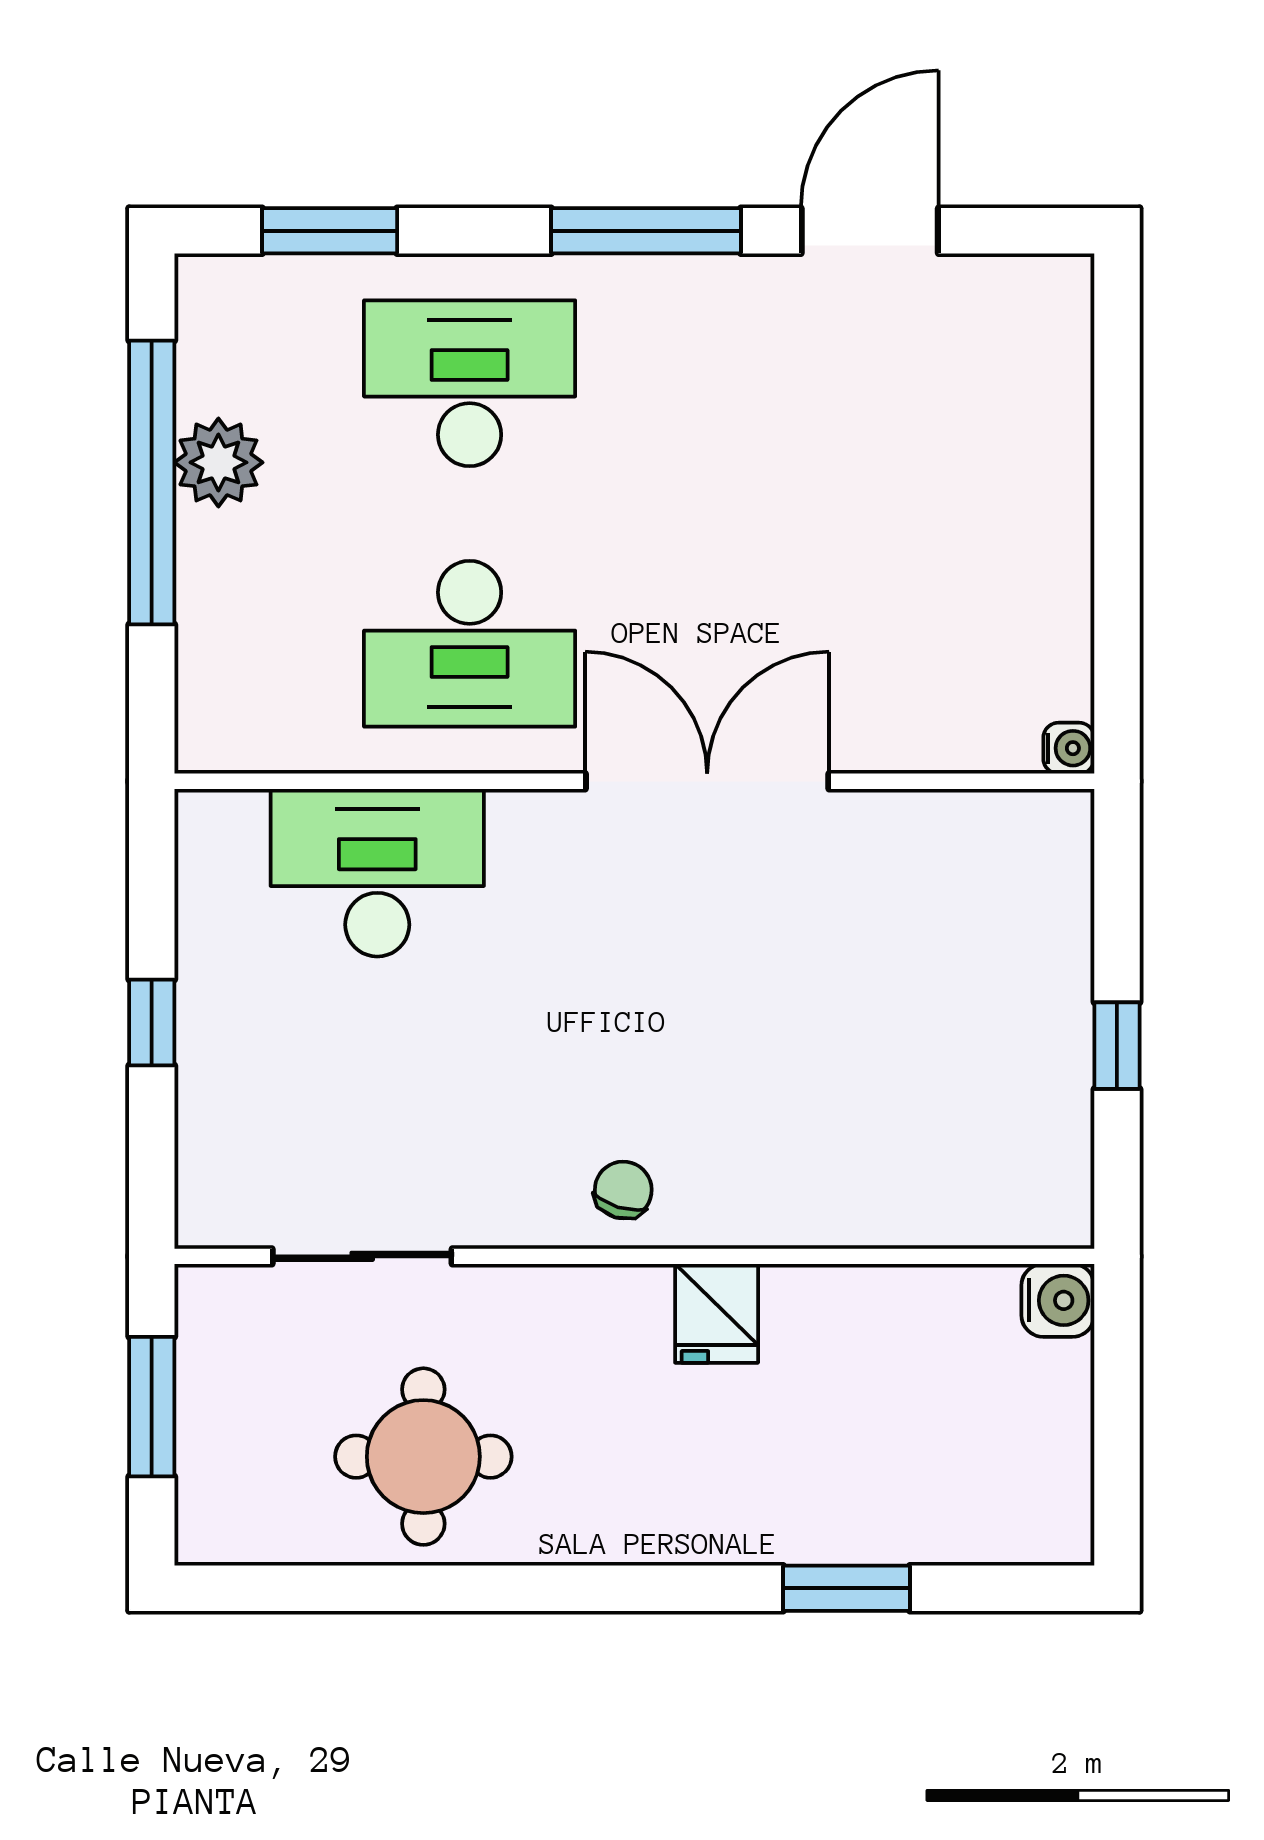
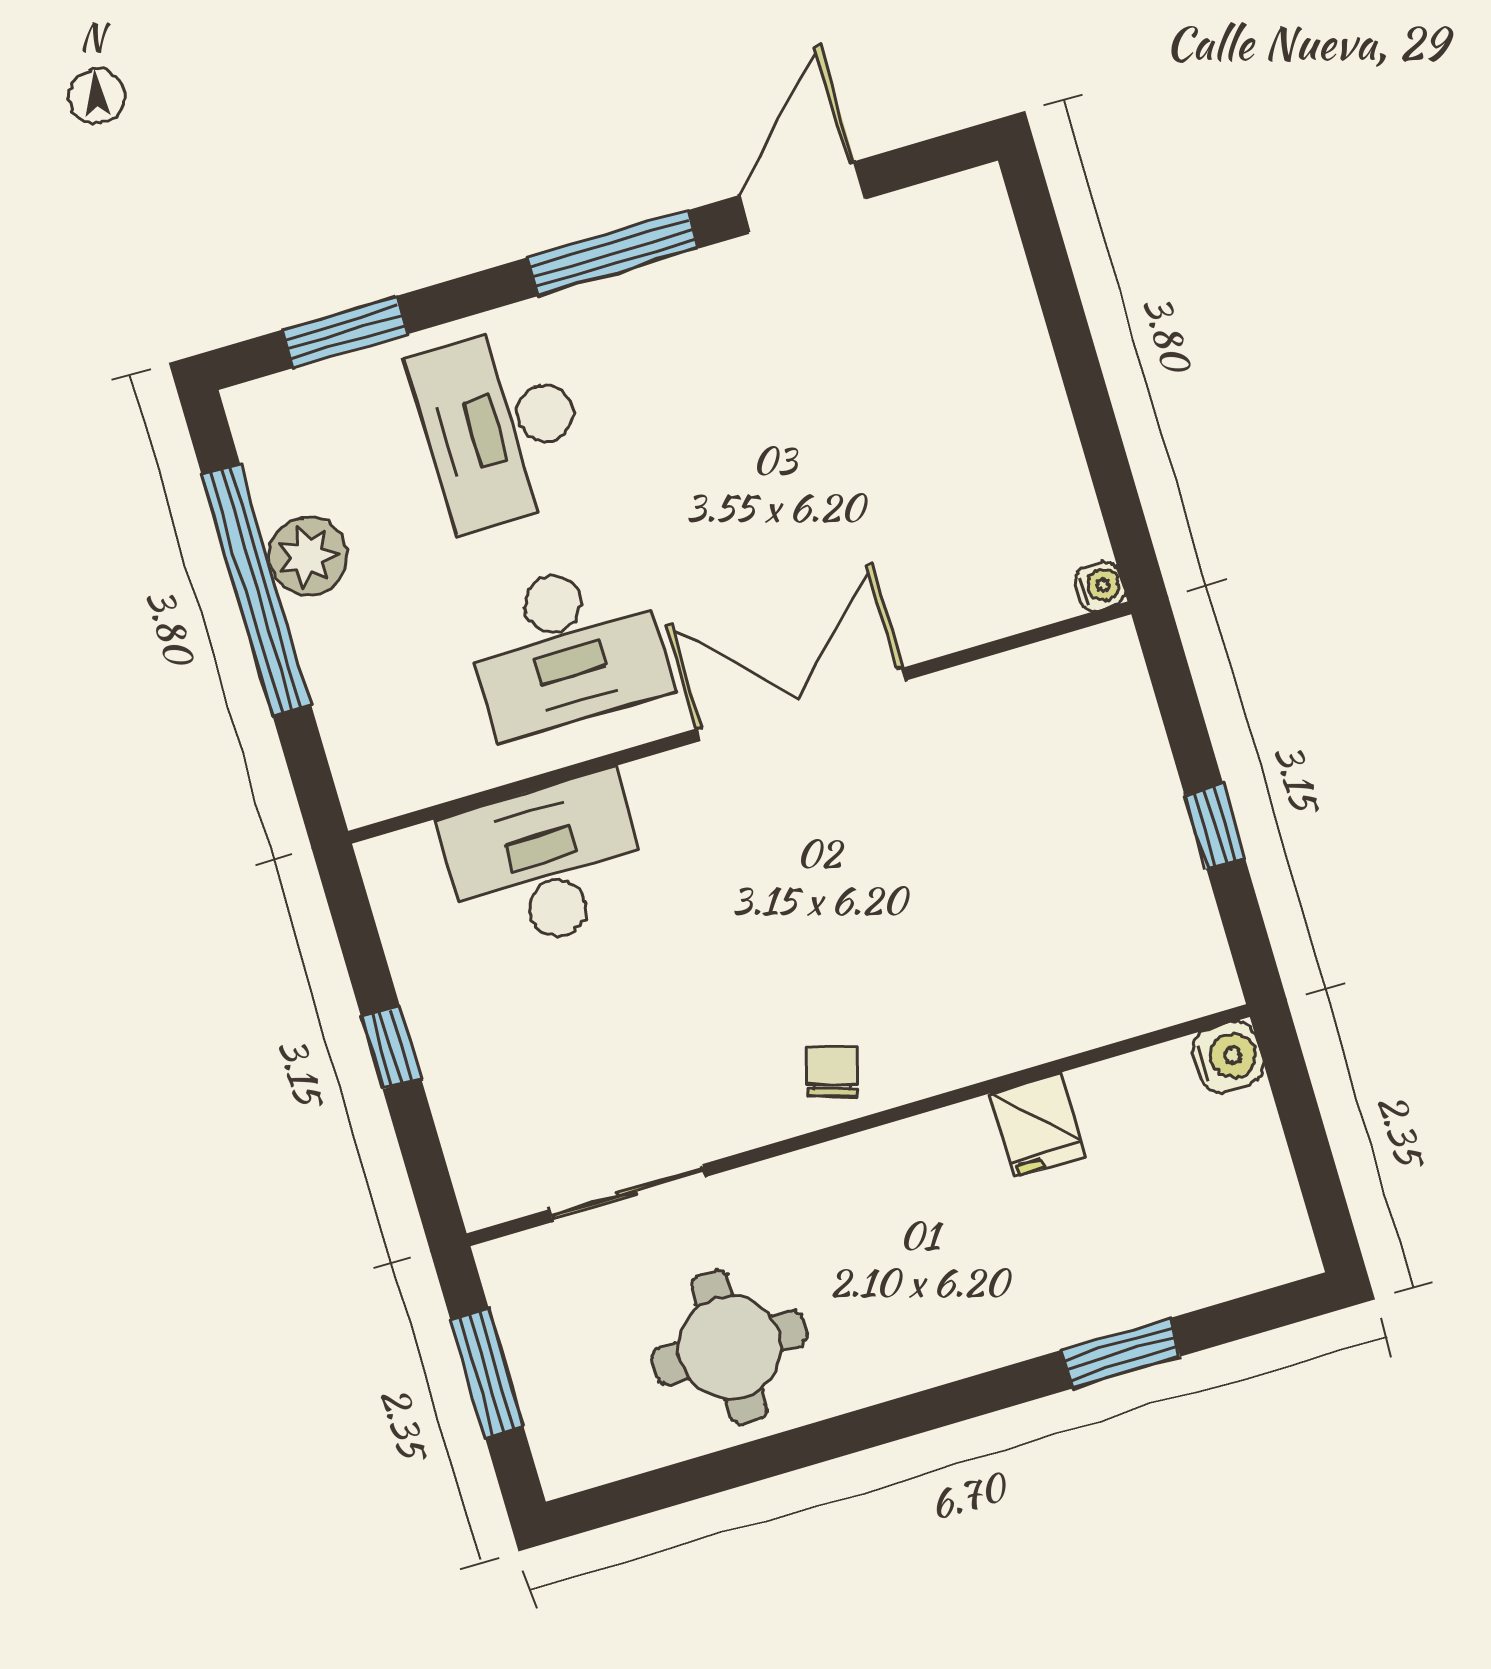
desk: (470, 383) -> (501, 426), turned -90
fridge: (717, 1313) -> (1038, 1125), moved

